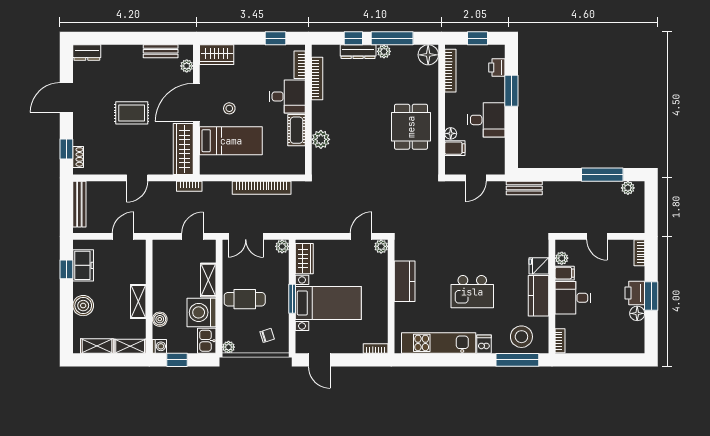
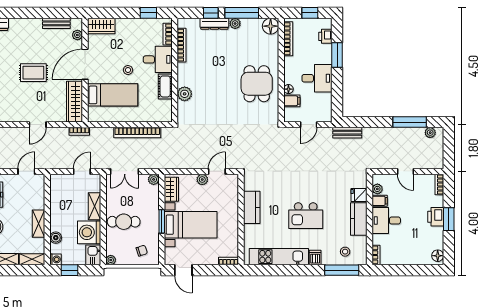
stool: (229, 108) -> (128, 70), moved
plant: (381, 246) -> (202, 180), moved
floor lamp: (637, 313) -> (438, 256), moved
stool: (521, 337) -> (345, 252), width x0.53, depth x0.53

